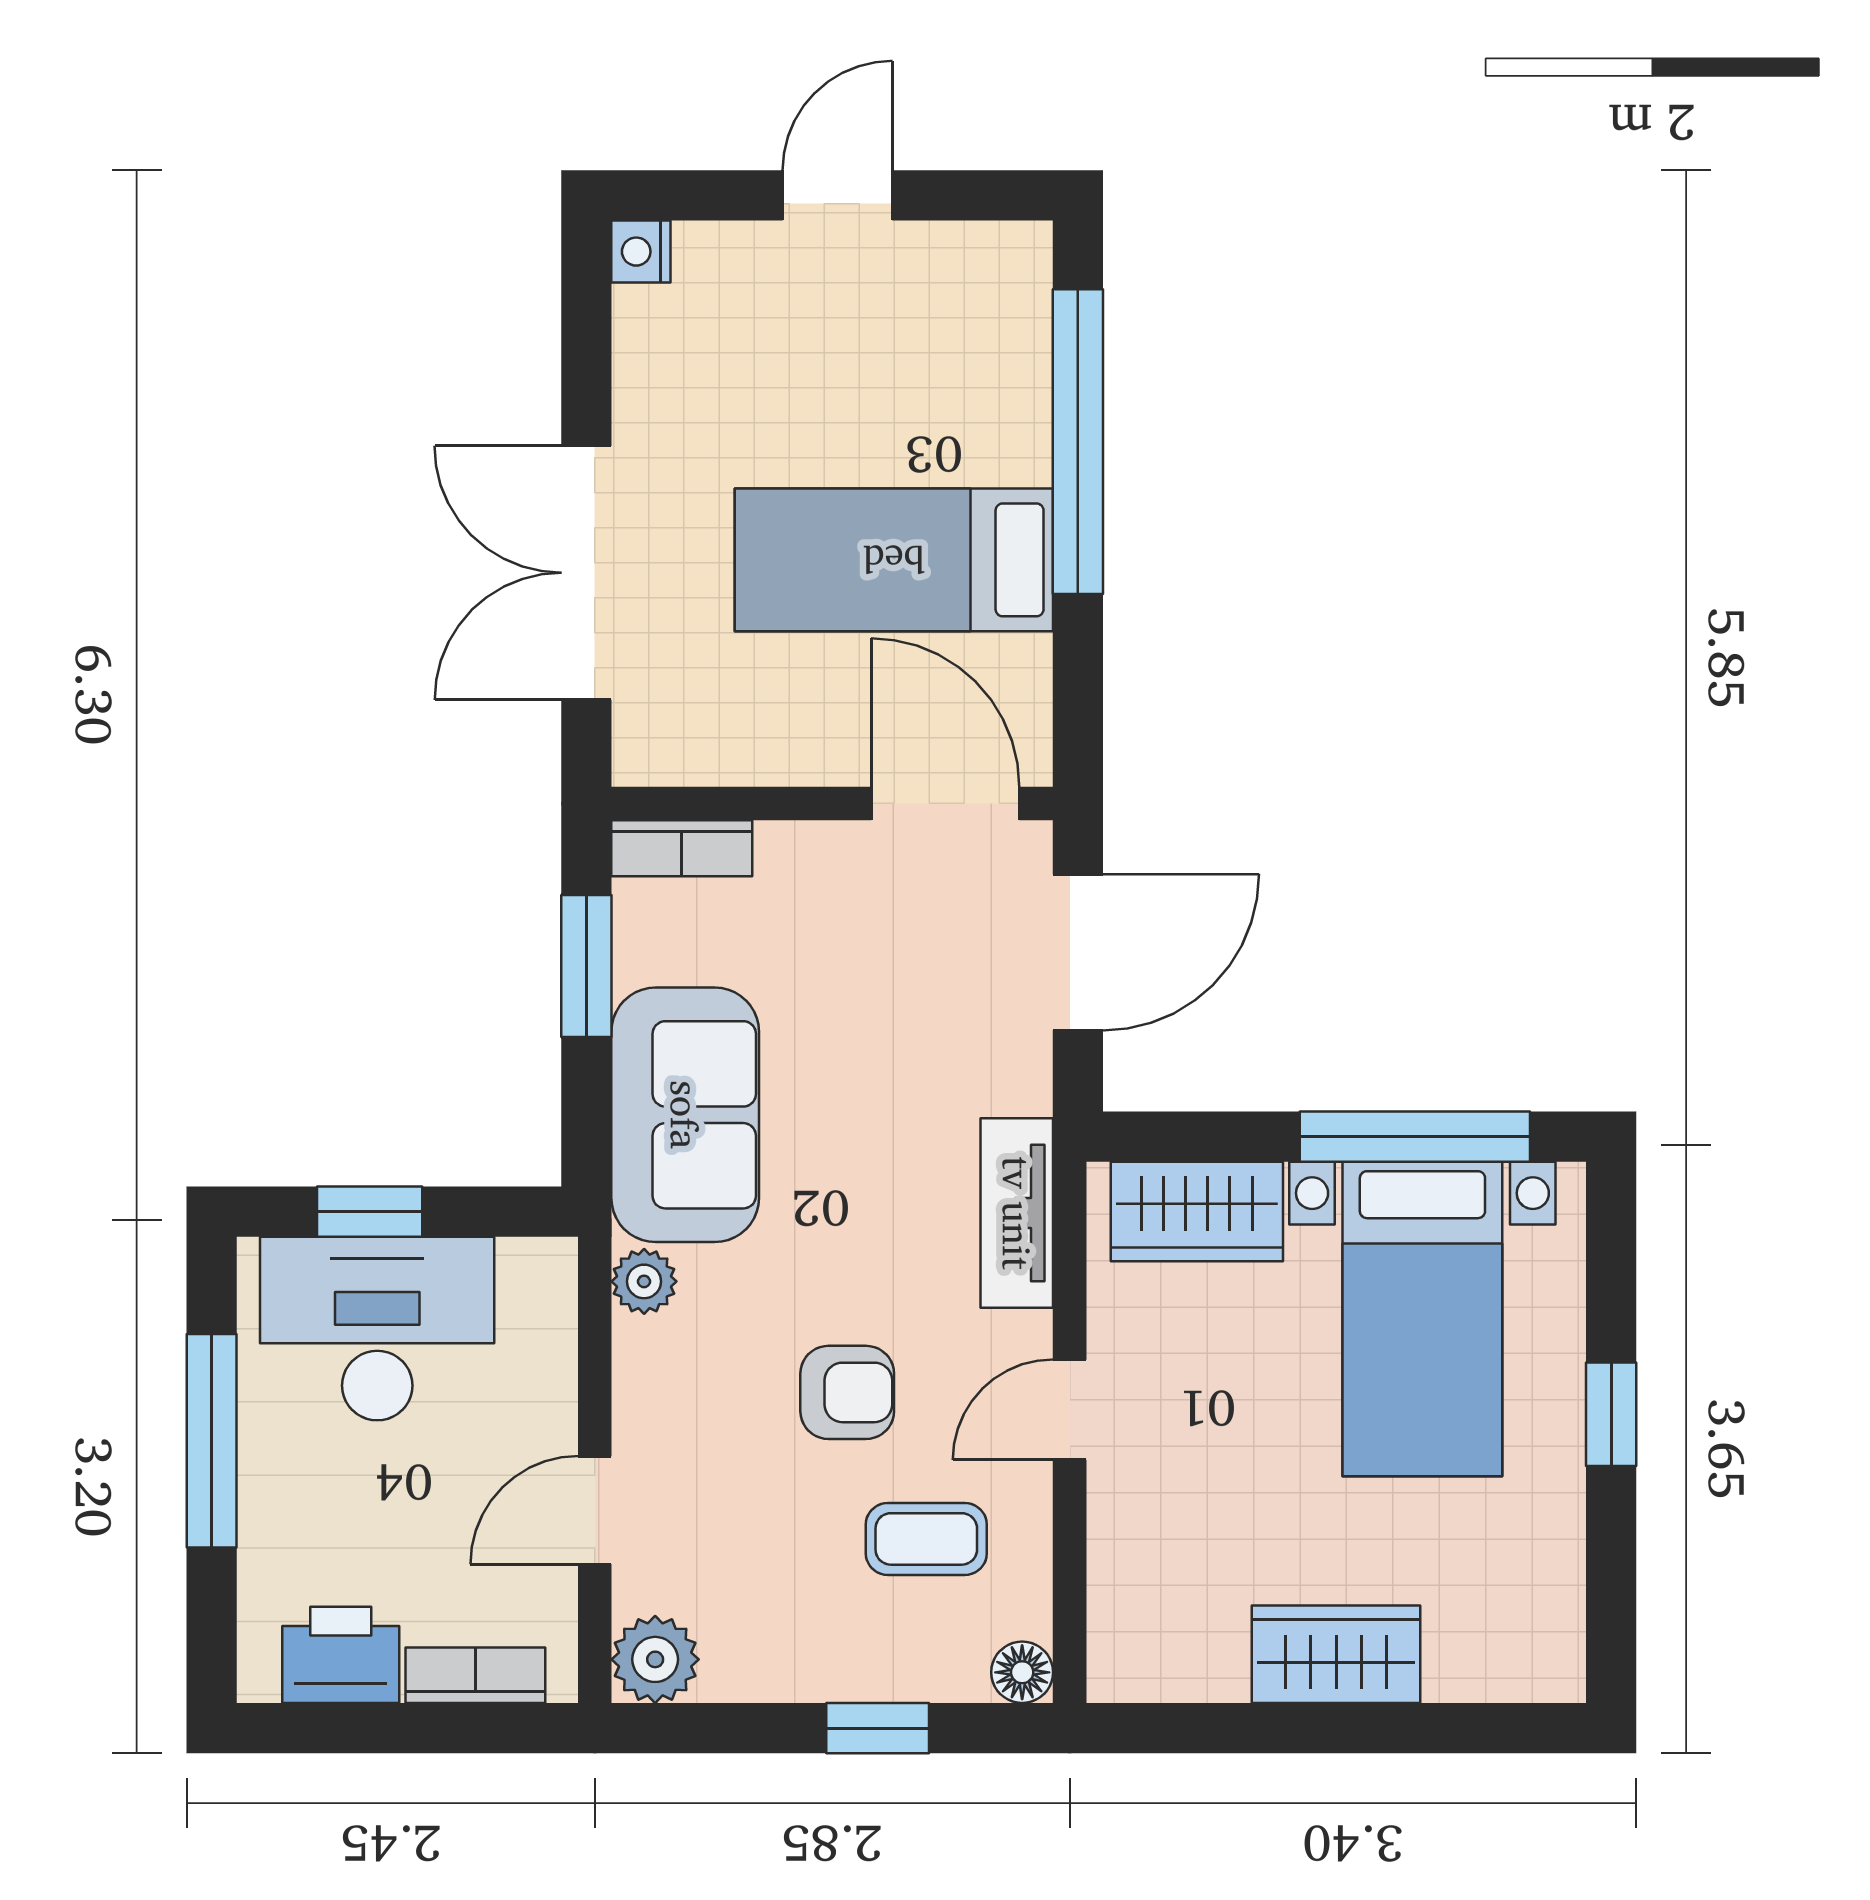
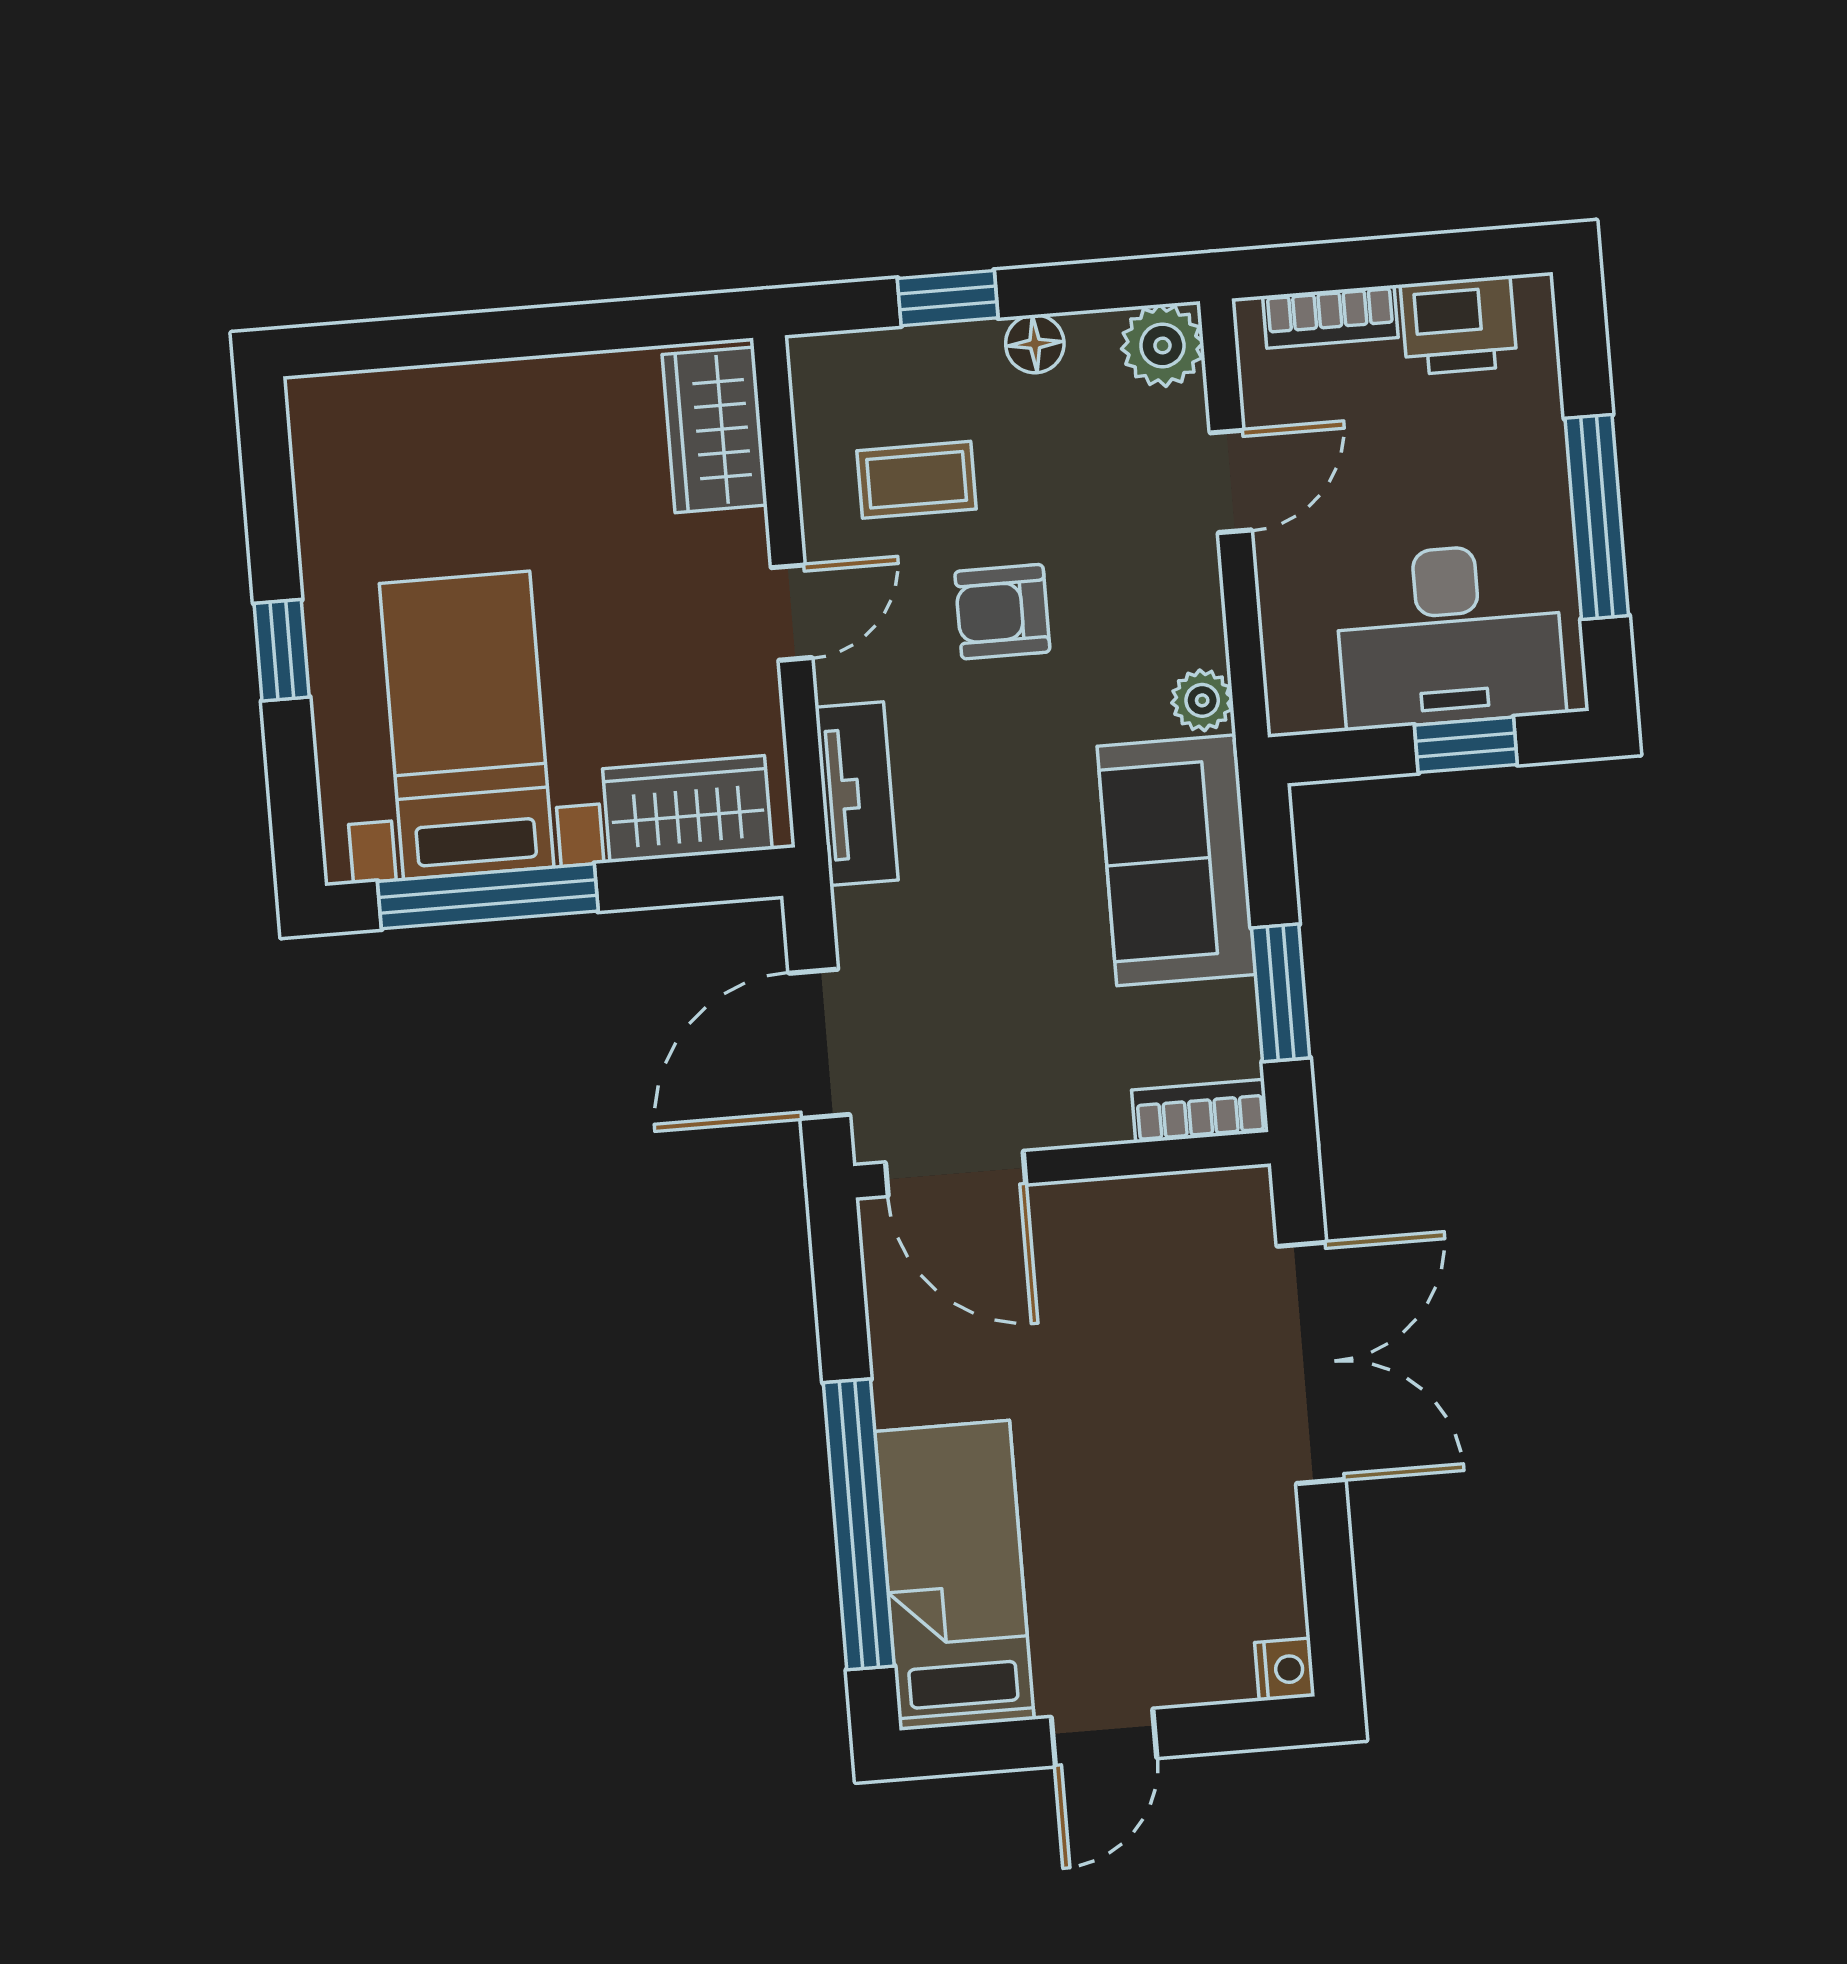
bed: (894, 560) -> (954, 1575), moved, turned -90
wardrobe: (1336, 1654) -> (715, 430), moved, turned 90
floor lamp: (1022, 1672) -> (1035, 344), moved

